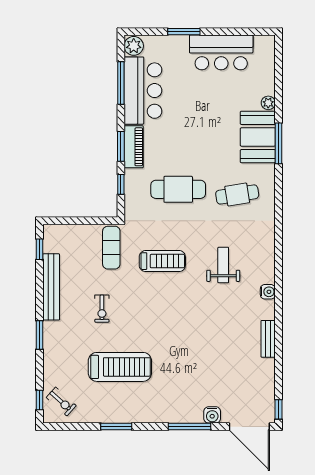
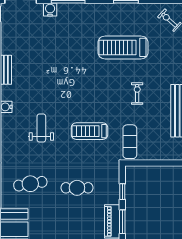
cafe table: (178, 189) -> (77, 188), width x0.73, depth x0.74
weight bench: (223, 265) -> (41, 128), turned 180

